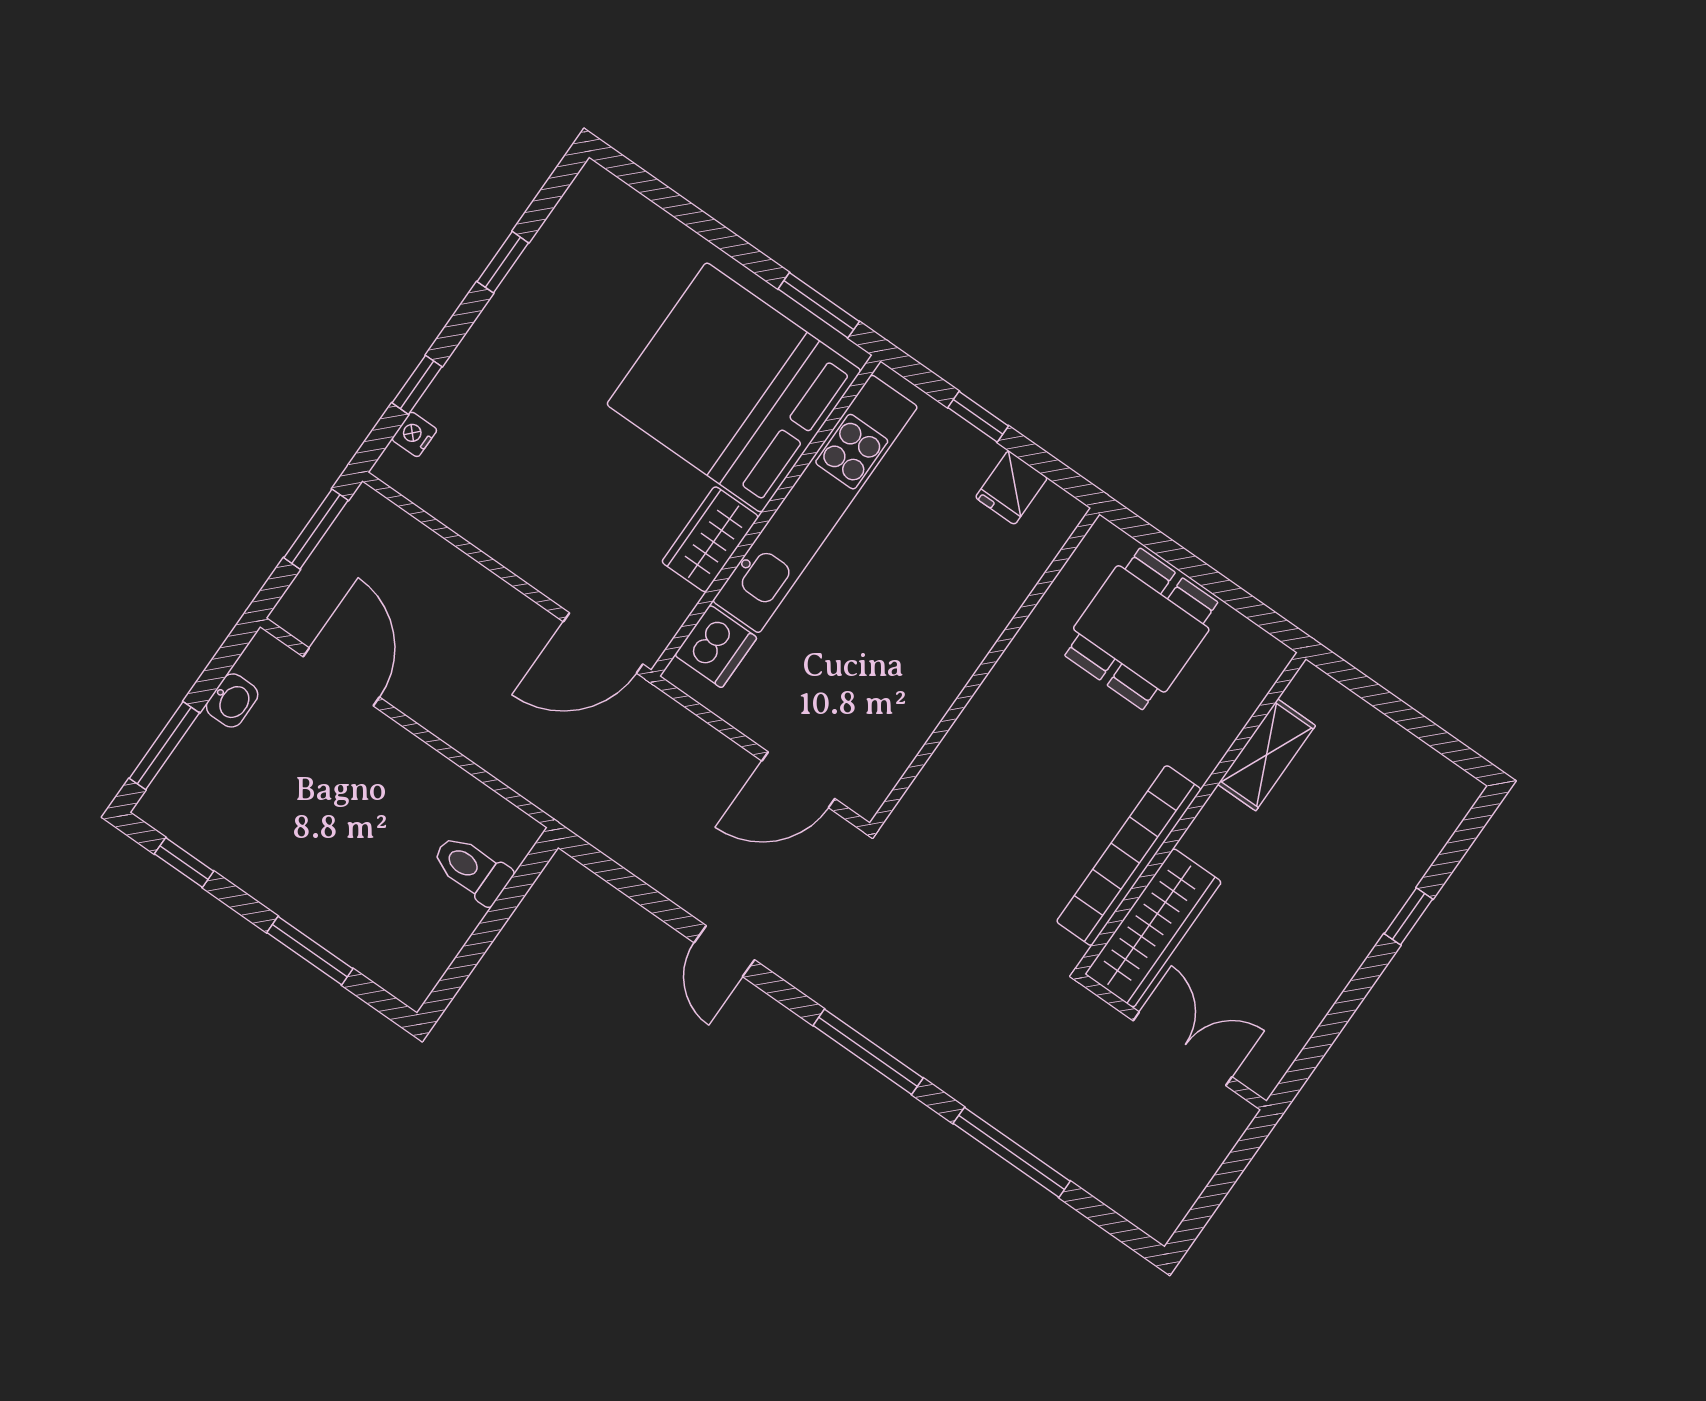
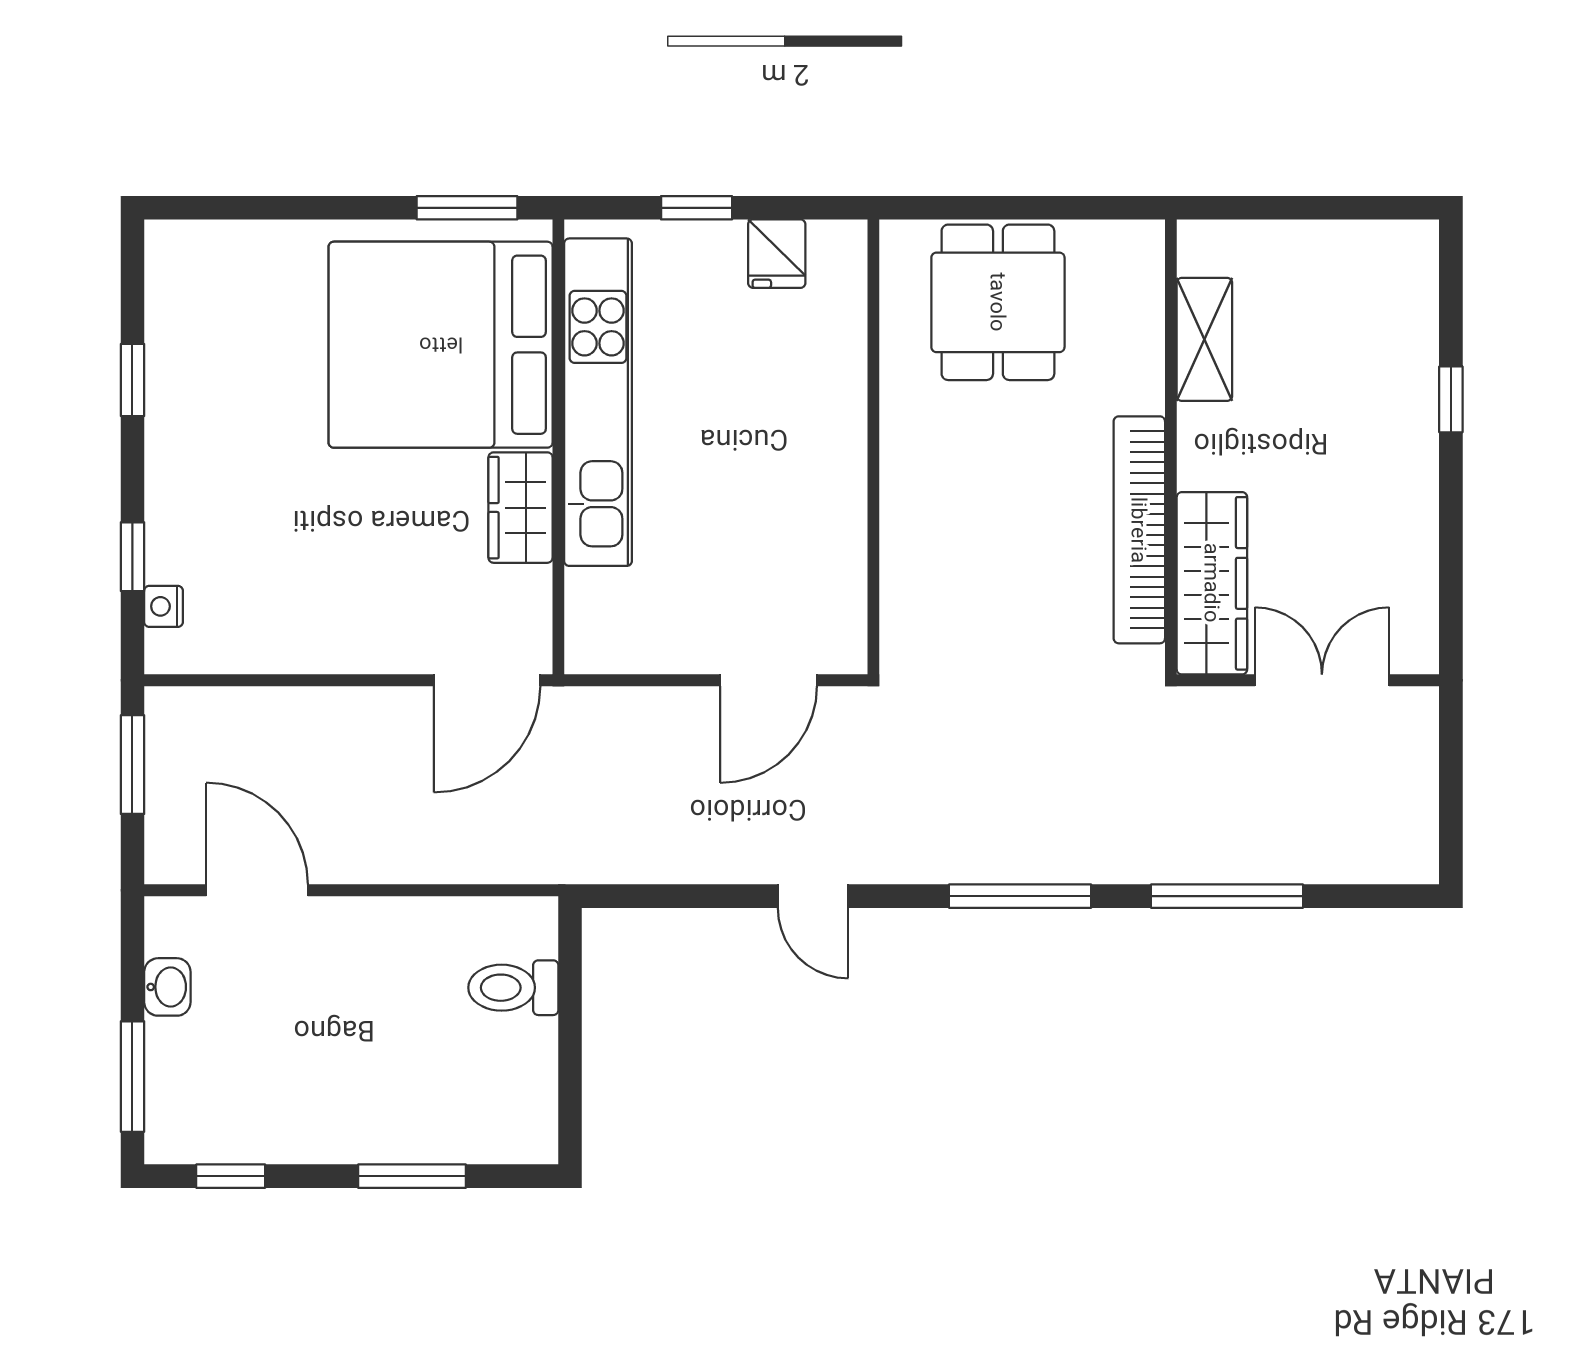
dishwasher: (716, 646) -> (598, 607), removed

